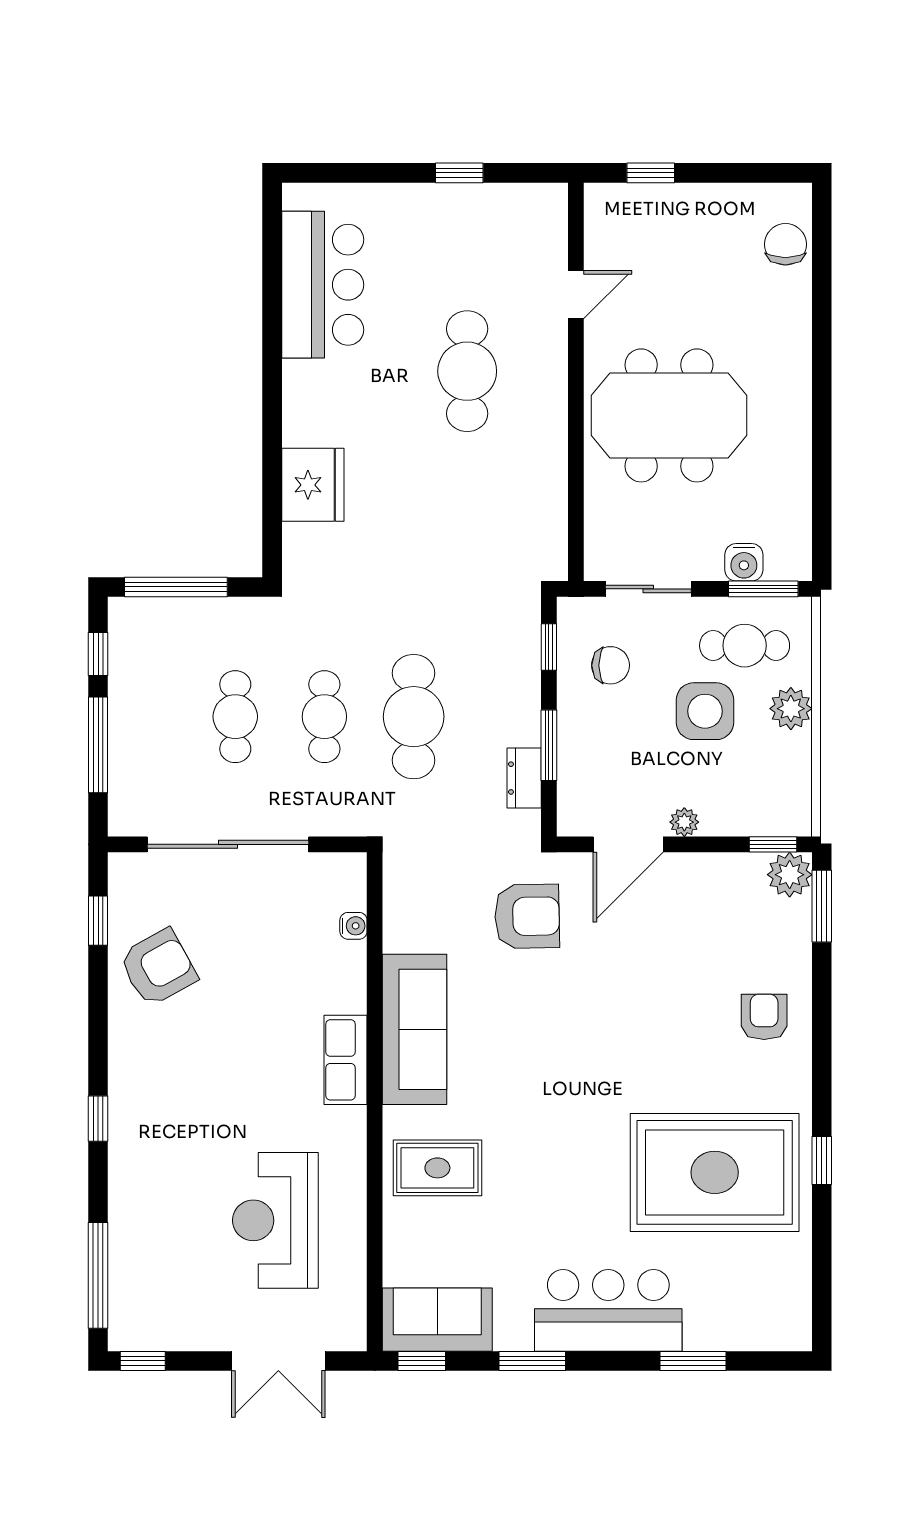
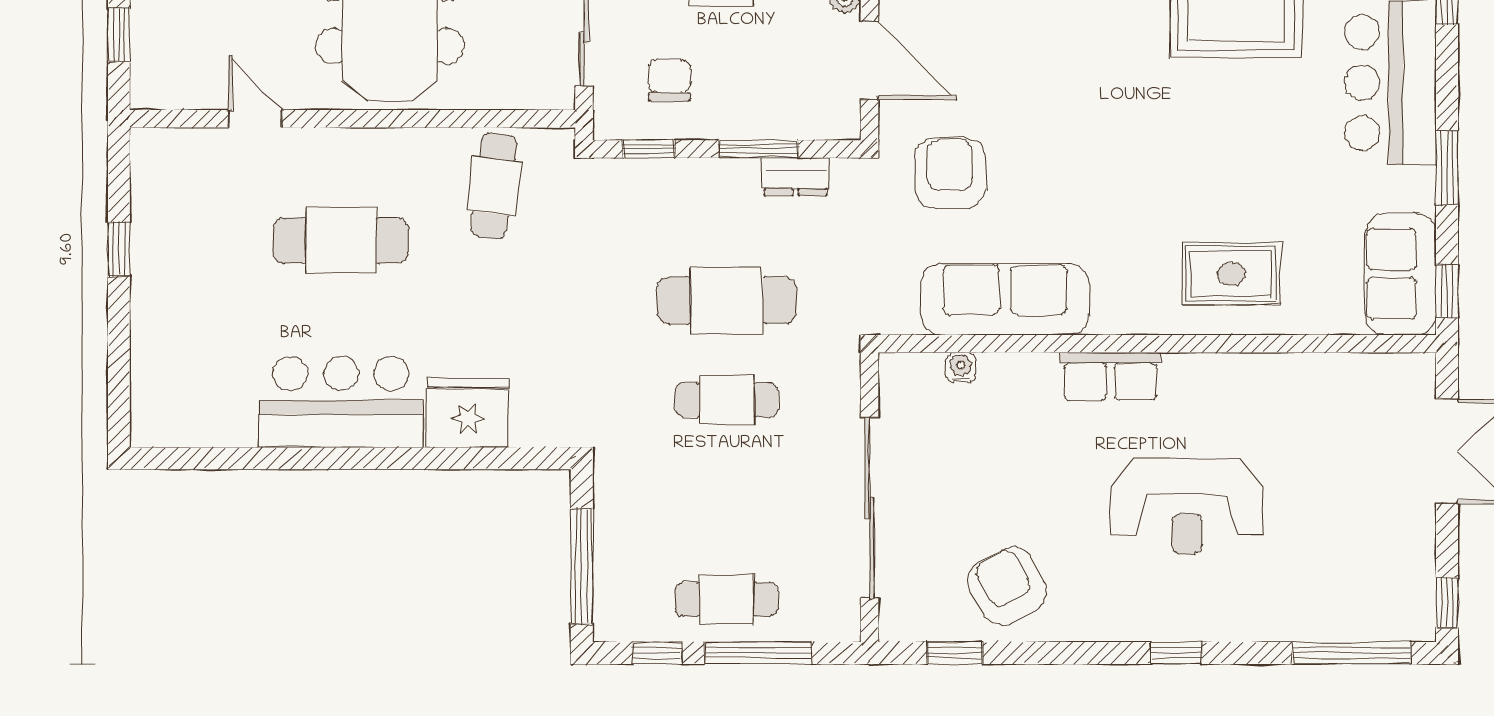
bar counter: (323, 285) -> (341, 402), moved
cafe table: (516, 508) -> (494, 186), added
cafe table: (235, 717) -> (727, 599), moved
sofa: (414, 1029) -> (1005, 299), moved
rug: (437, 1168) -> (1231, 274), turned 90
reception desk: (275, 1220) -> (1187, 506), moved

